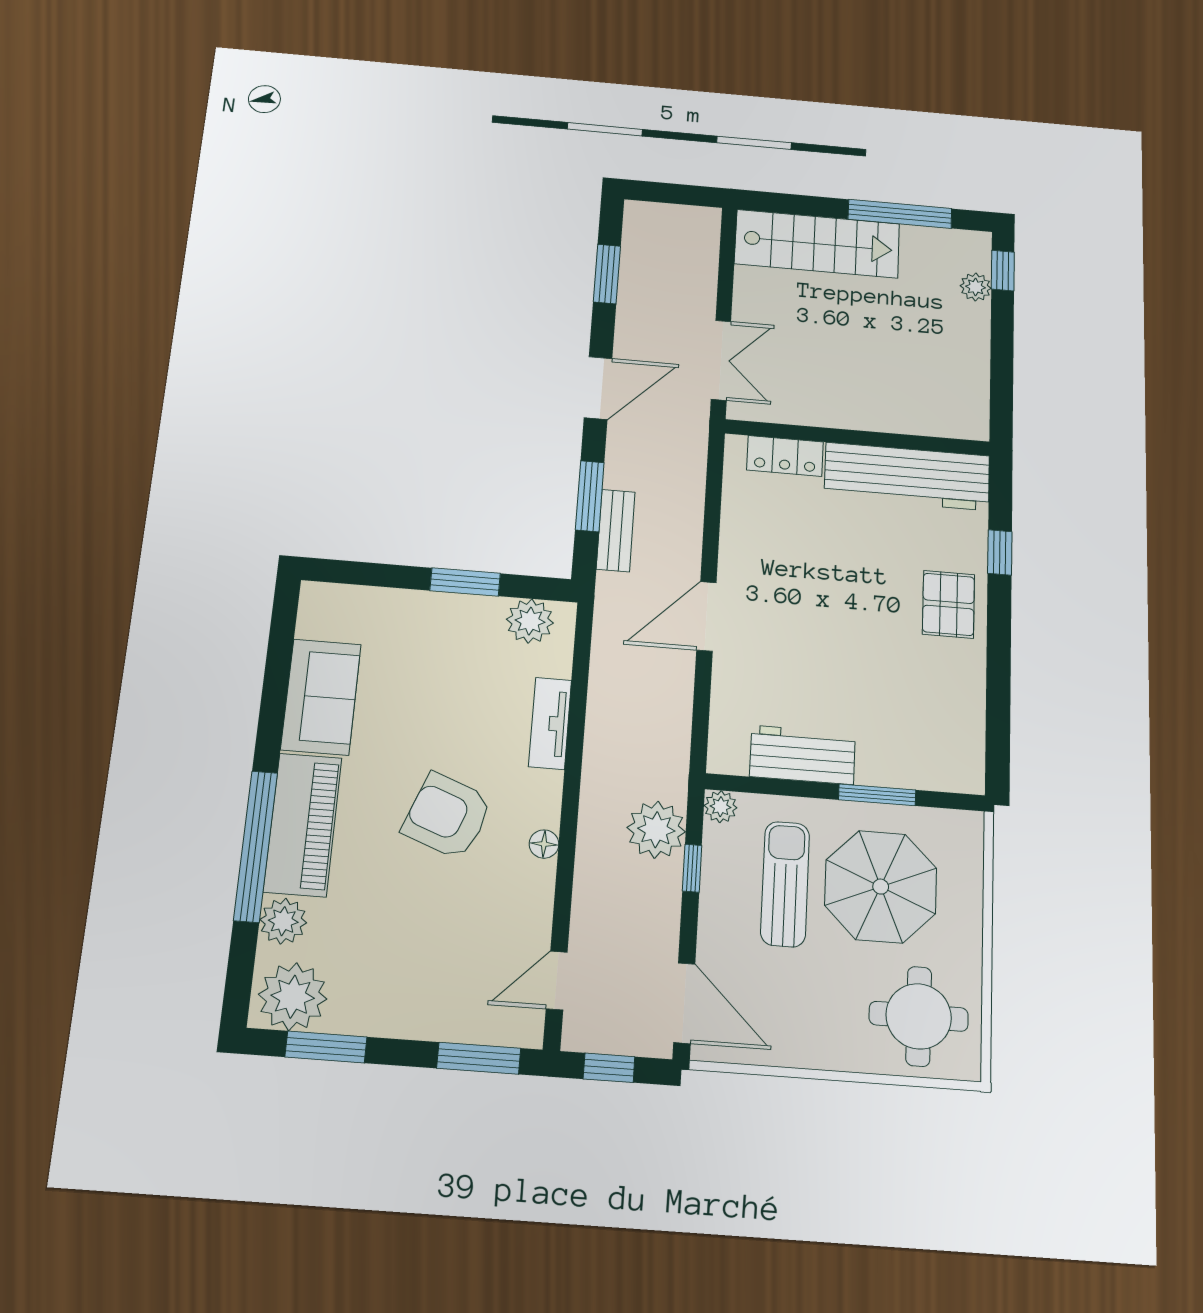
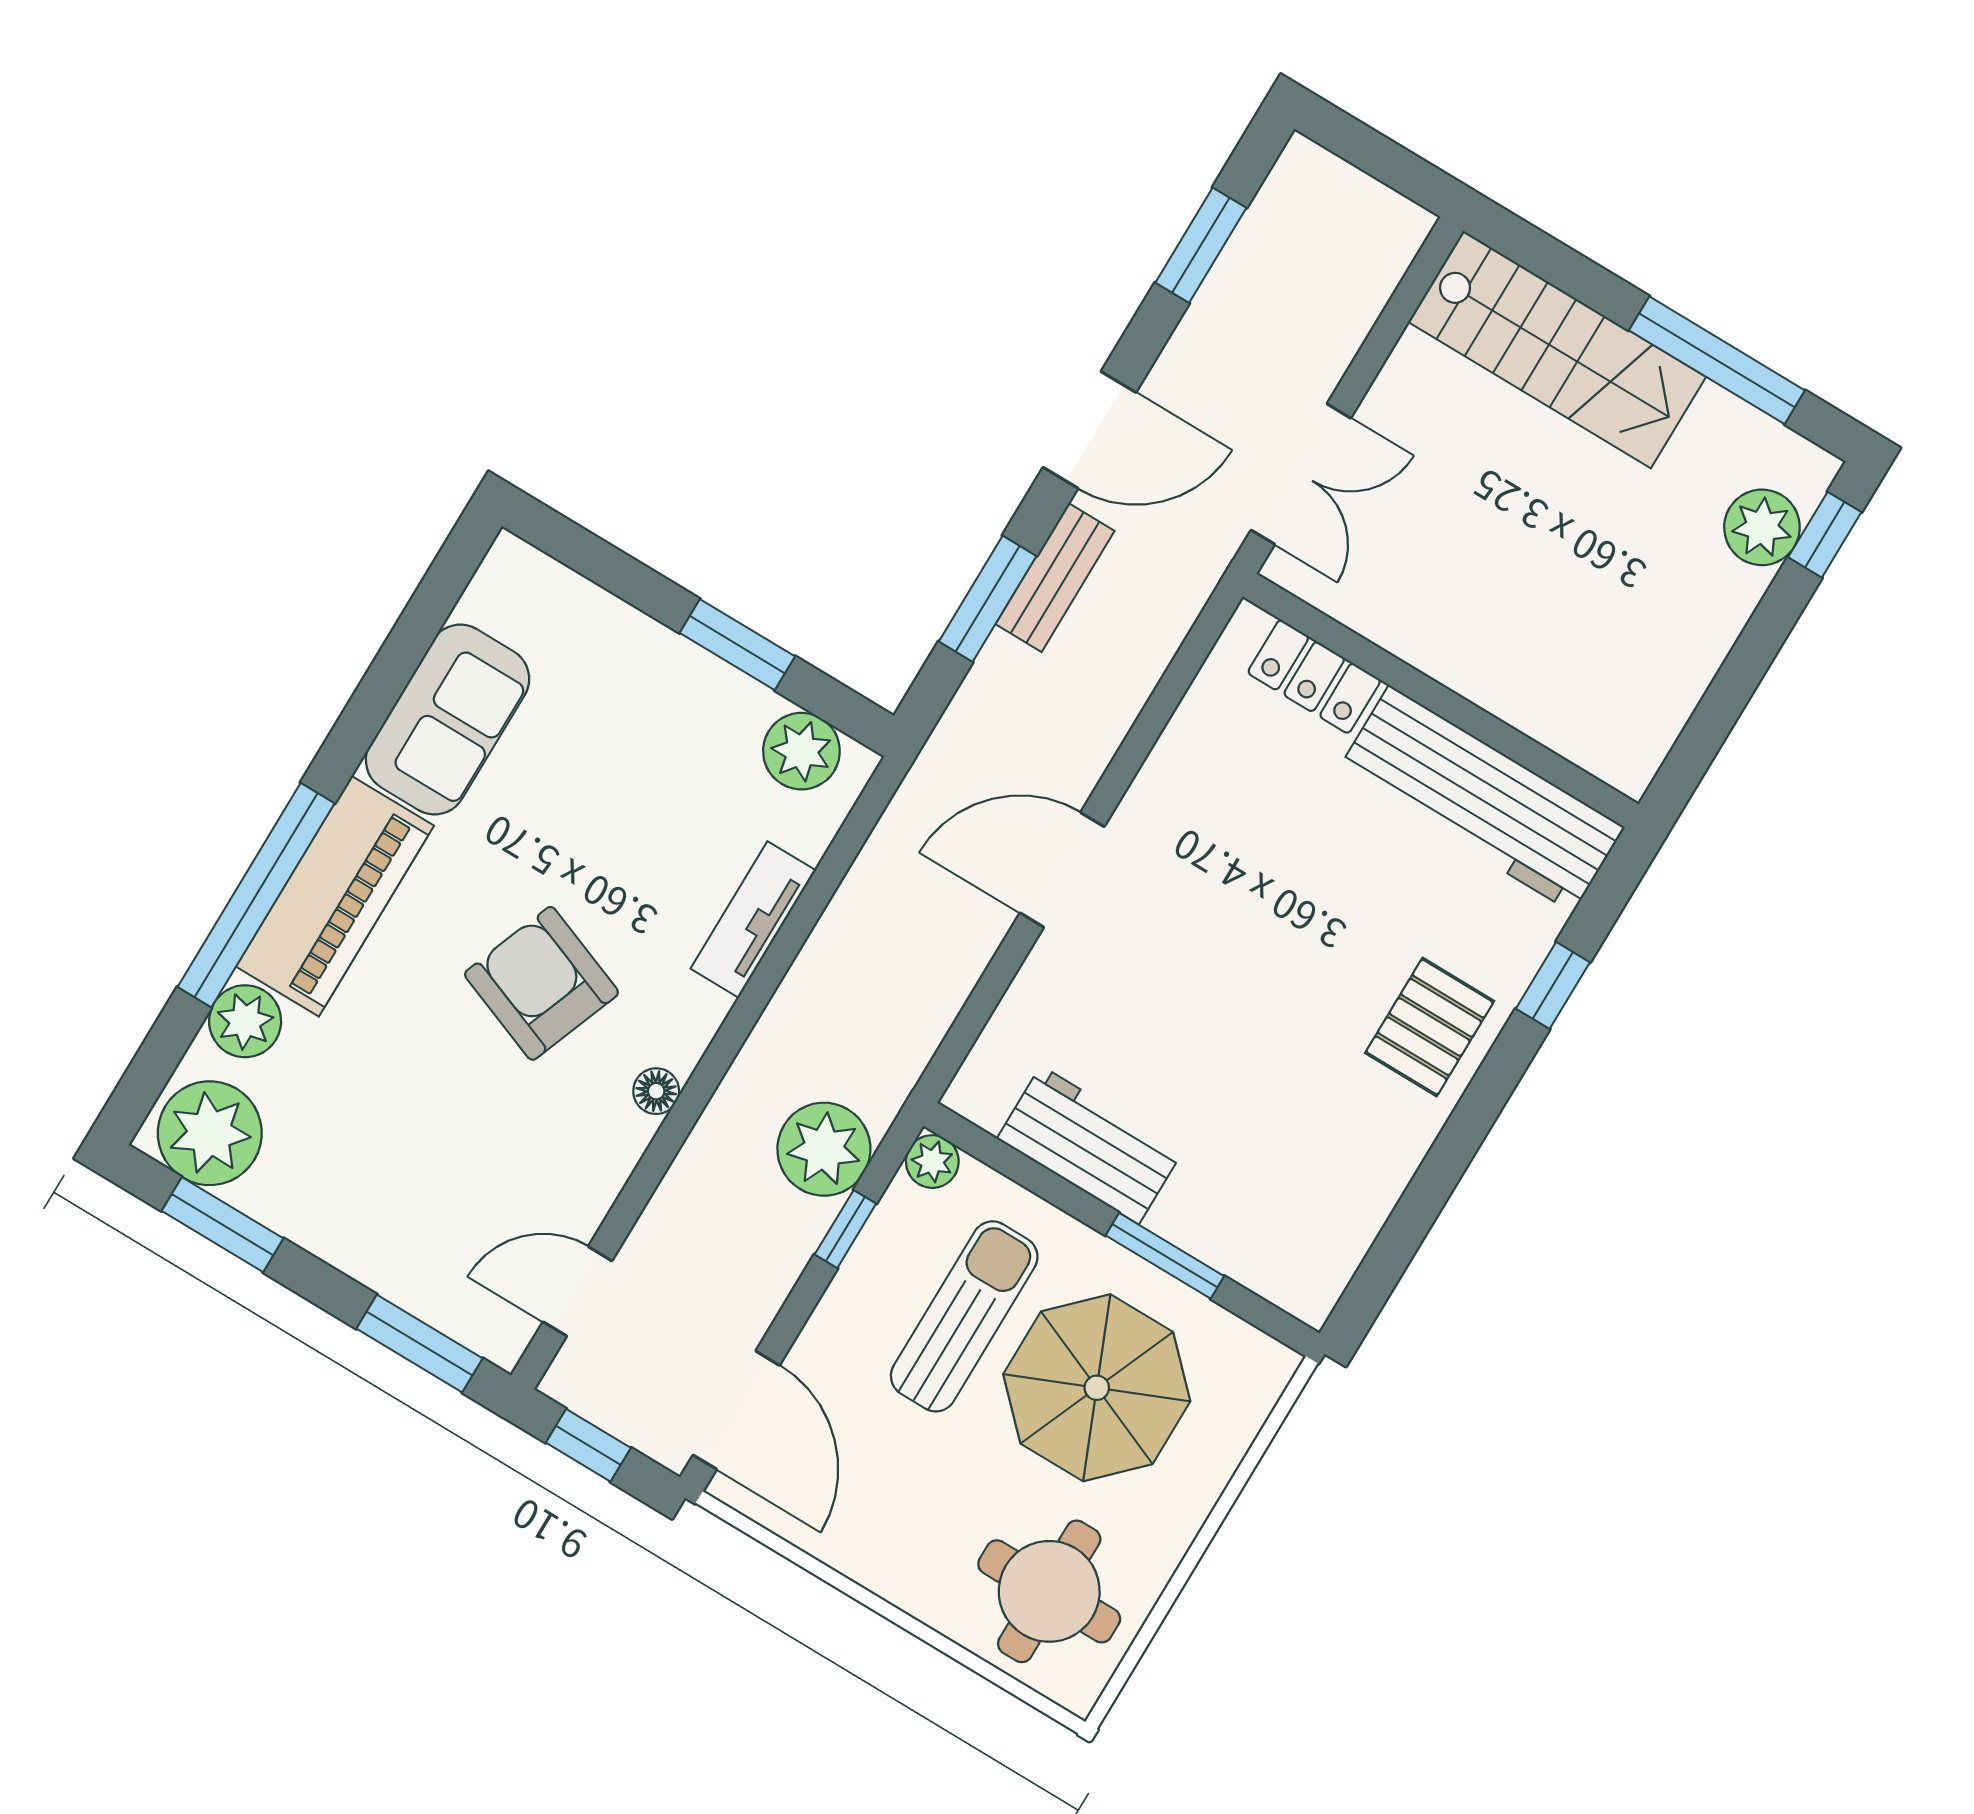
plant: (976, 287) -> (1762, 527), width x1.38, depth x1.38
bench: (616, 530) -> (1055, 578), moved

